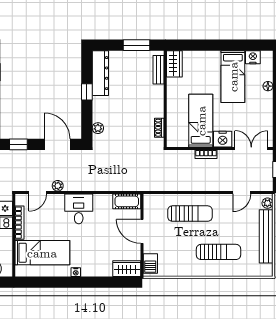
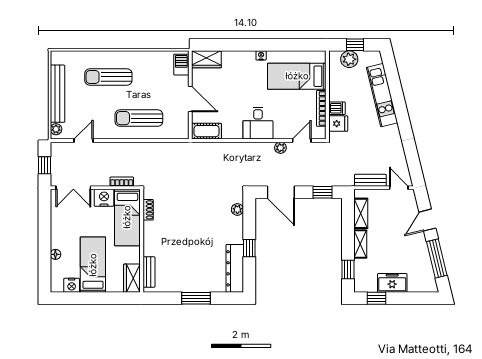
wardrobe: (174, 64) -> (132, 278), moved
bench: (158, 70) -> (149, 272), moved
wall: (165, 99) -> (142, 241), moved
shoe rack: (159, 128) -> (148, 210), moved

